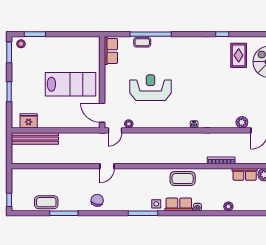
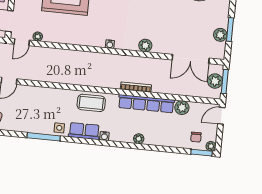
plant: (242, 122) -> (145, 45), moved
row of seats: (245, 174) -> (146, 104), width x2.02

